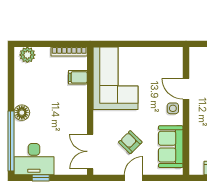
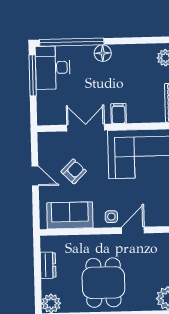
filing cabinet: (78, 77) -> (119, 113), moved
double door: (90, 151) -> (86, 128), moved
window: (41, 178) -> (33, 75), width x2.17

